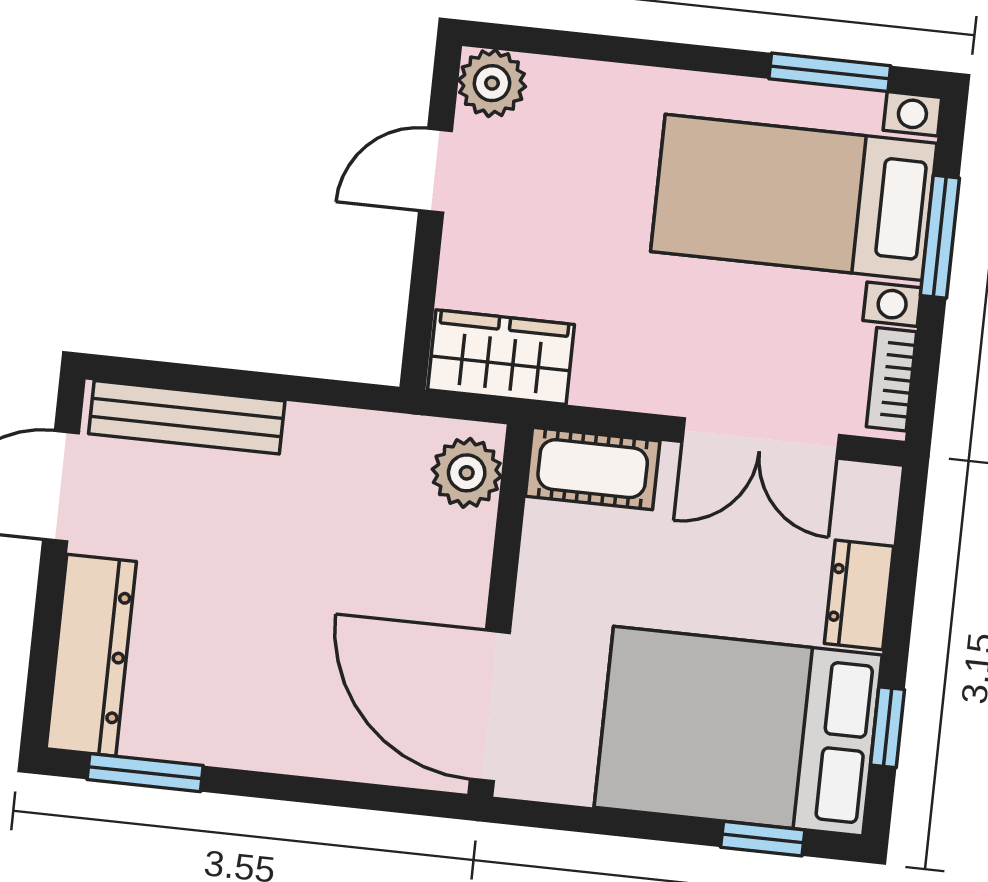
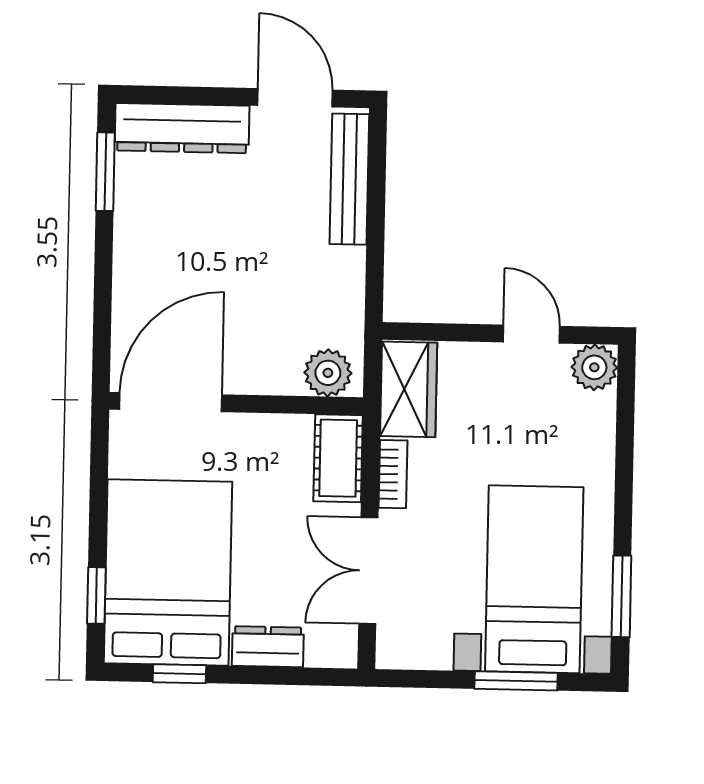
bookcase: (891, 379) -> (393, 474), moved, turned 90

